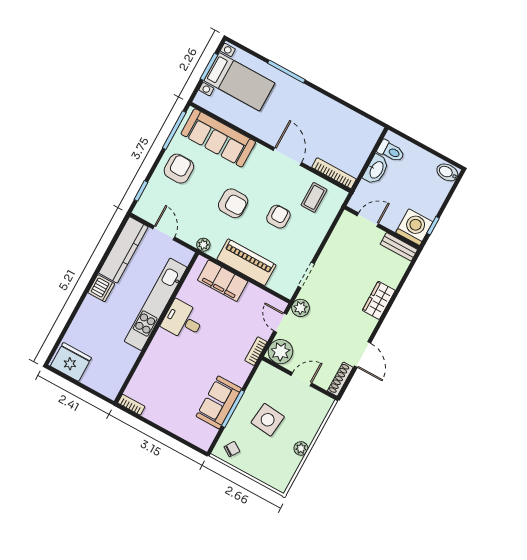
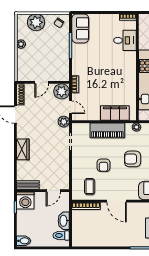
desk: (183, 320) -> (125, 40), moved
sofa: (219, 402) -> (80, 28), moved
side table: (268, 420) -> (48, 50), removed
plant: (263, 467) -> (36, 22), added

